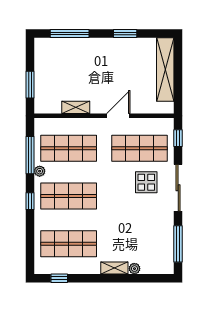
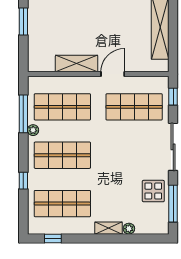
window: (30, 85) -> (23, 22), moved
shelving: (76, 107) -> (77, 64), width x1.50, depth x1.33
display table: (146, 182) -> (153, 191), moved
window: (30, 201) -> (23, 181), moved

